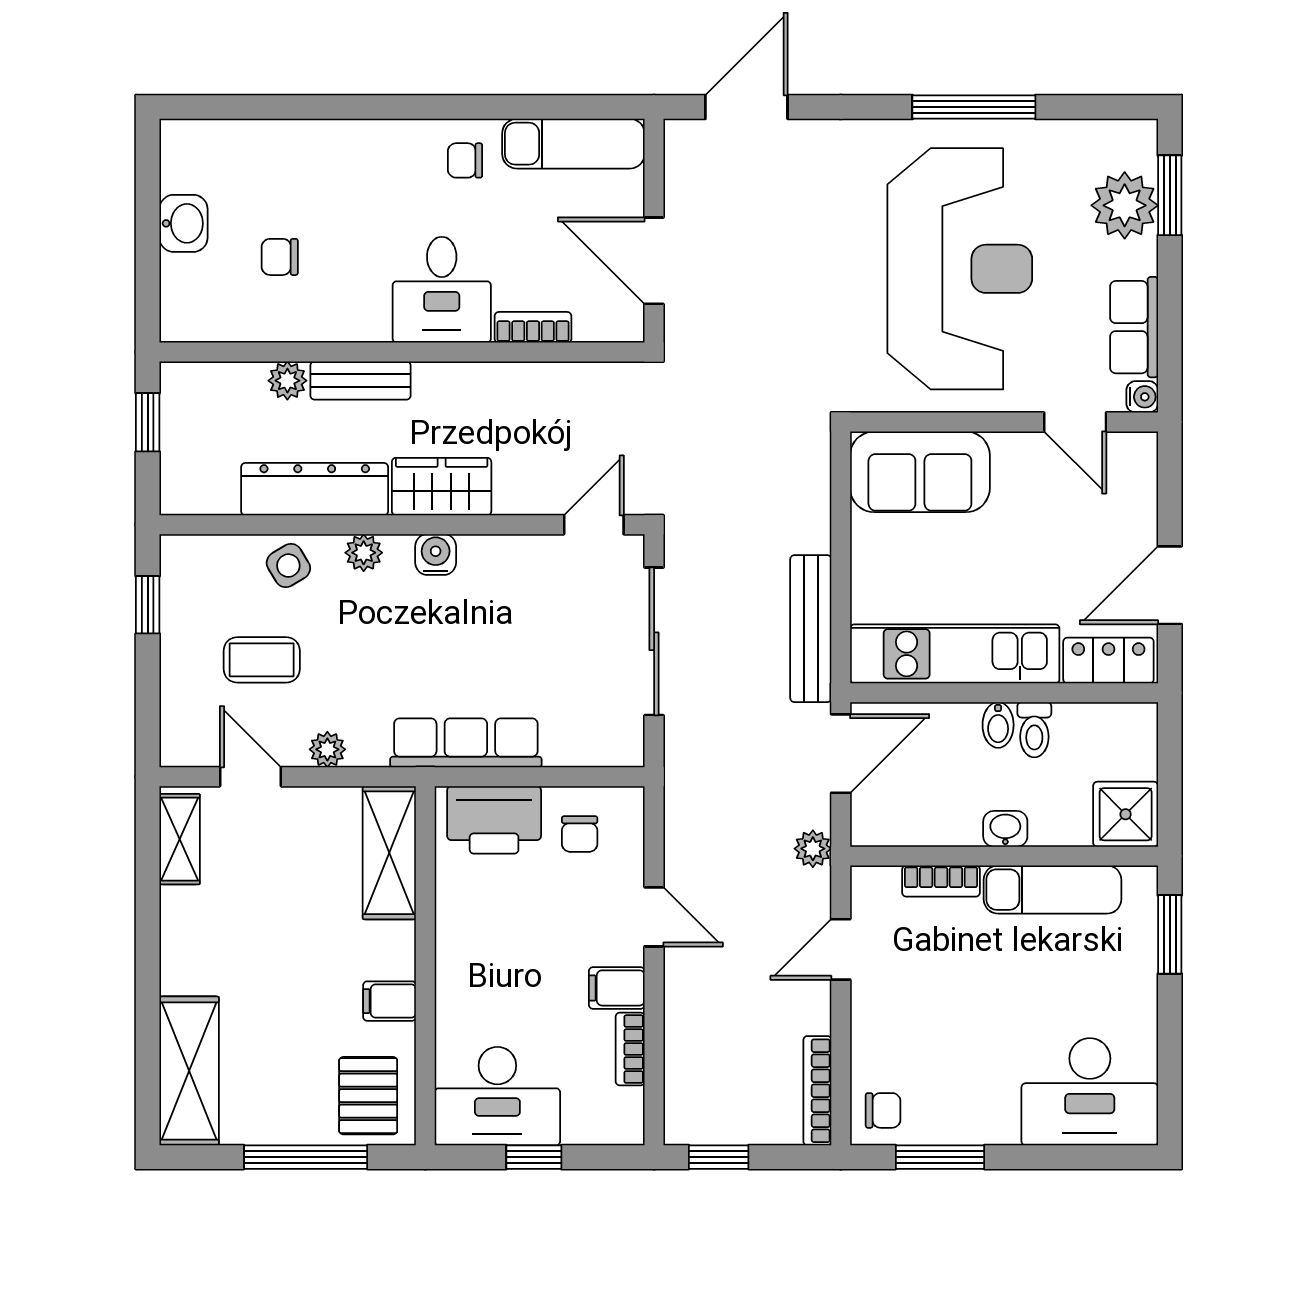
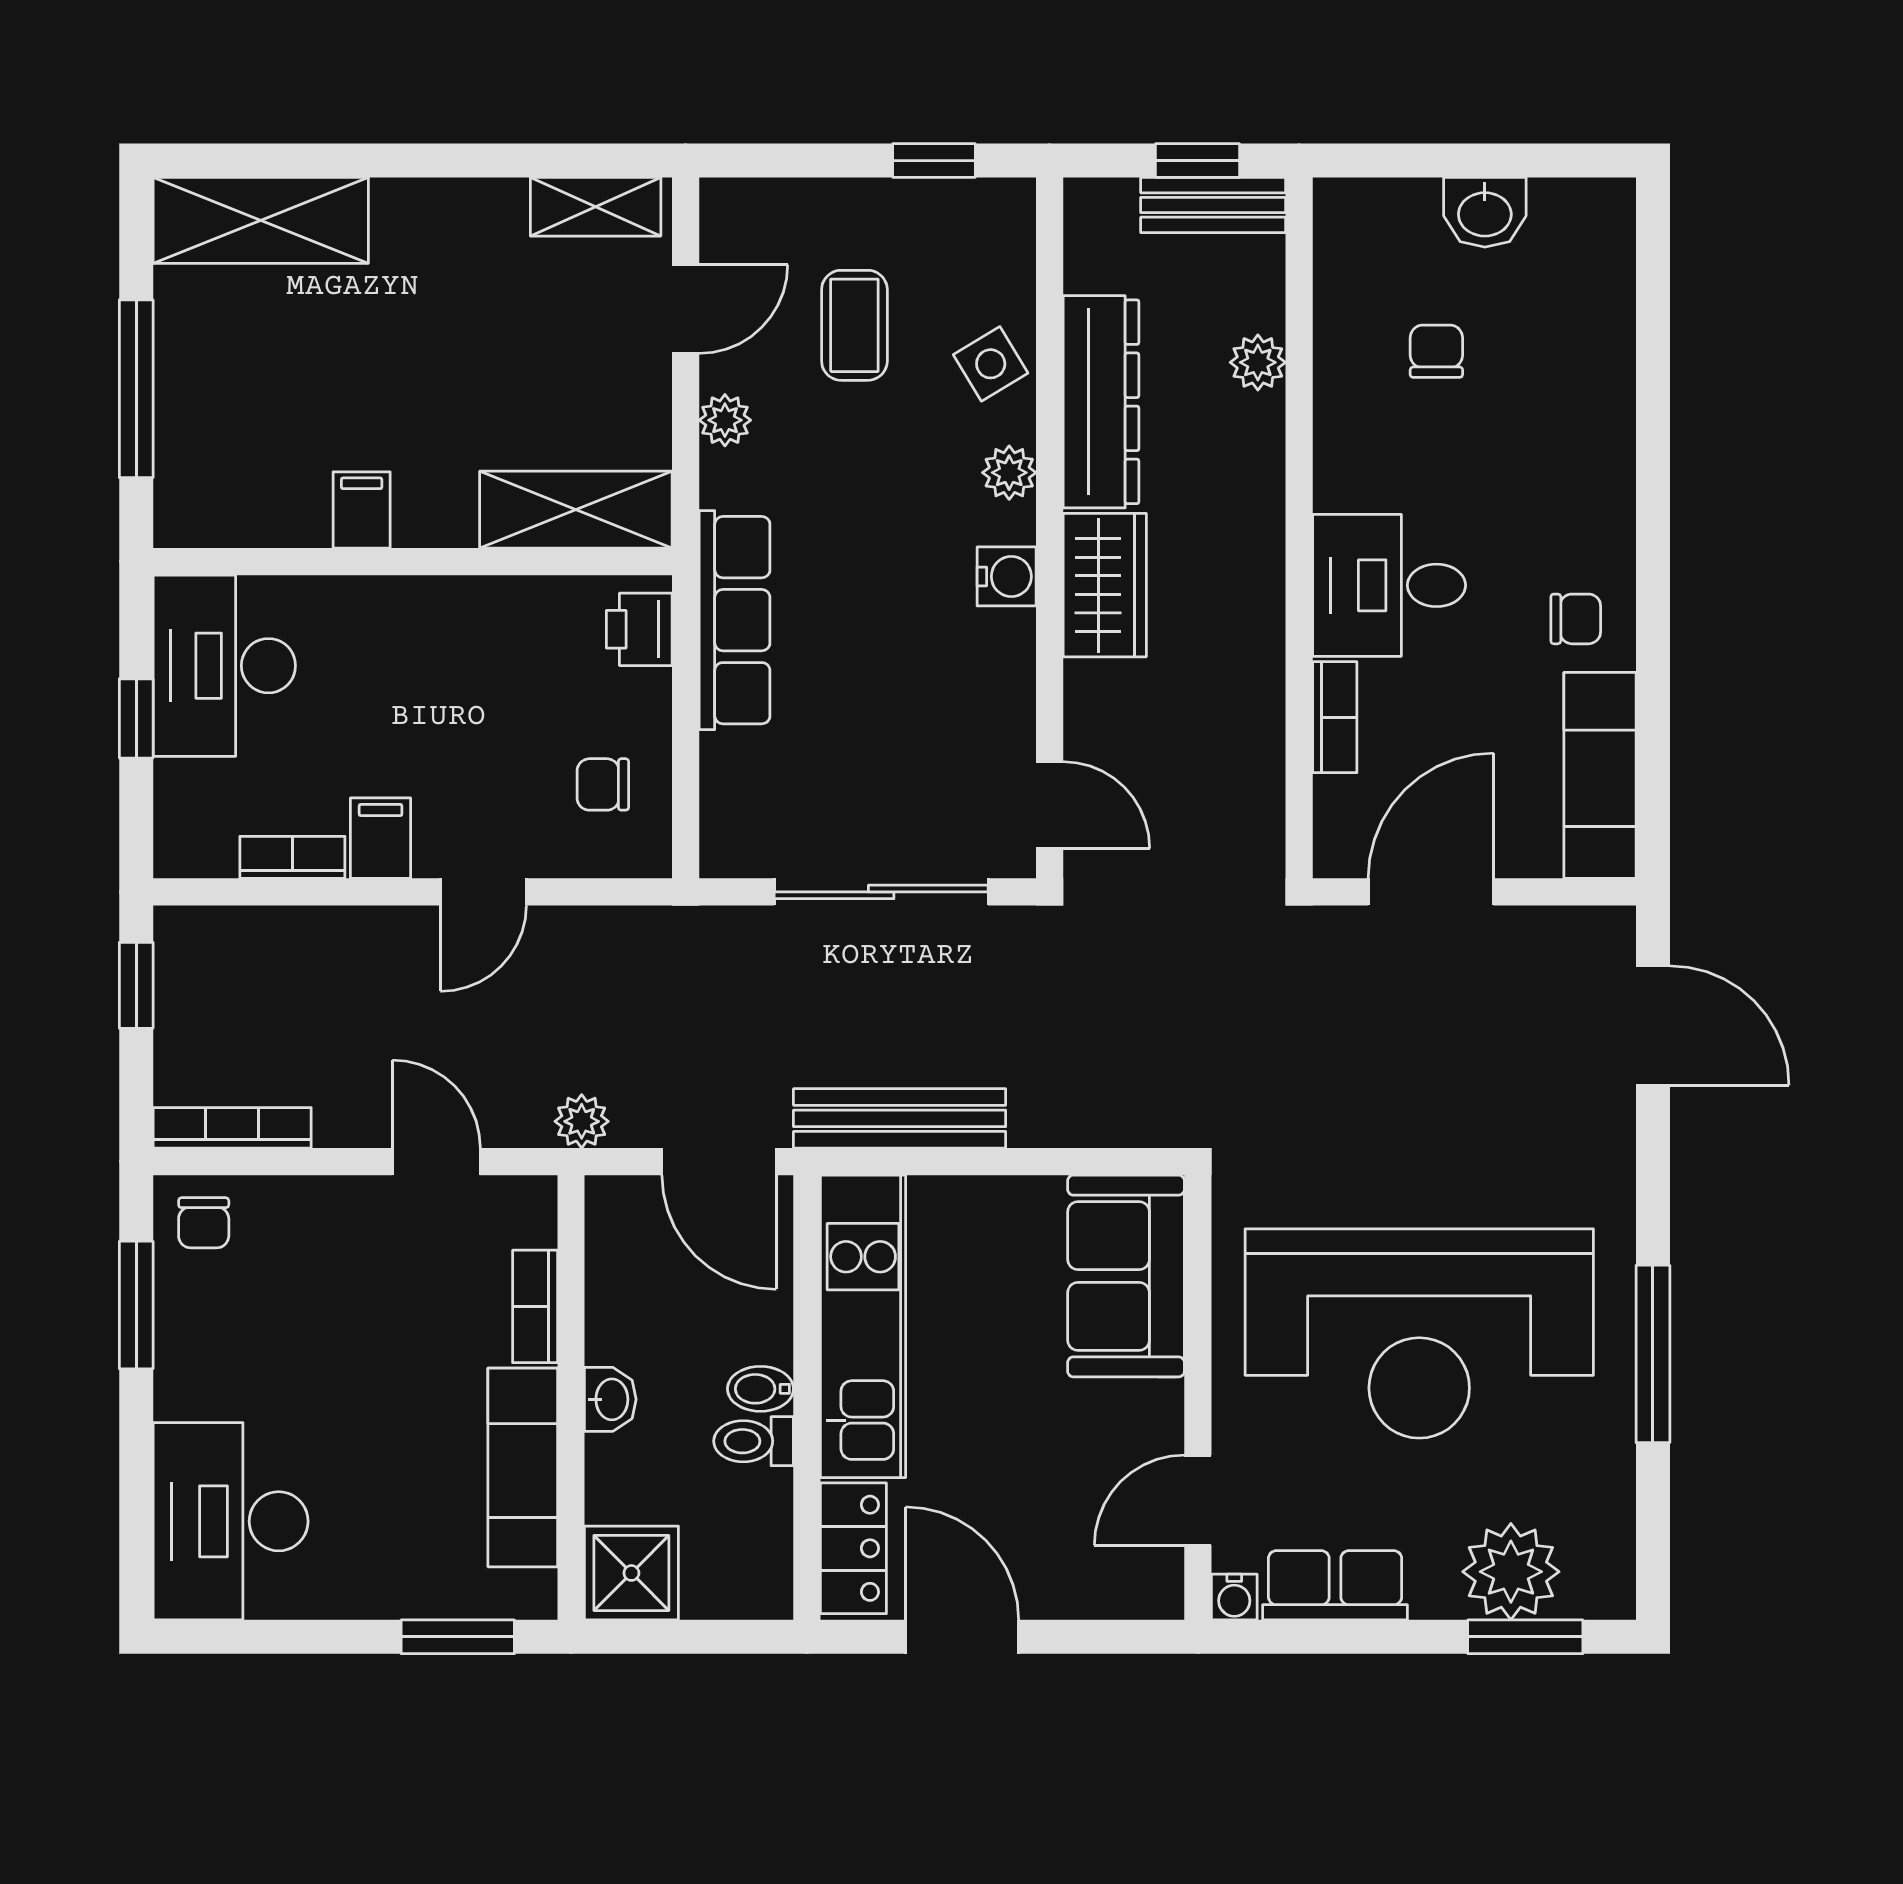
chair: (465, 160) -> (1576, 619), turned 90
bench: (360, 381) -> (1213, 205), moved, turned 90
printer: (494, 820) -> (639, 629), width x0.53, depth x0.68
pallet: (368, 1096) -> (225, 479), removed

